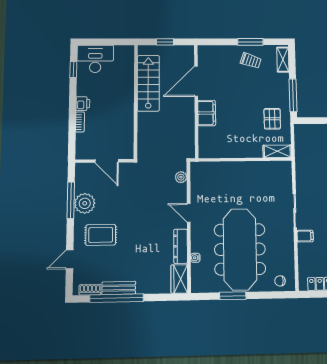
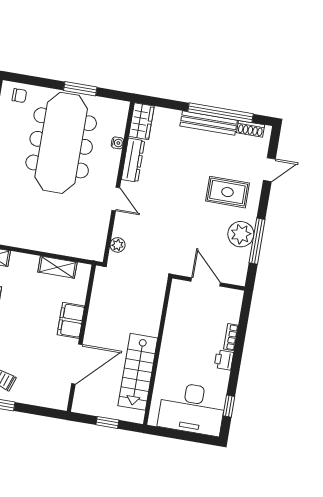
desk: (95, 59) -> (192, 409), width x1.36, depth x1.30
shelving: (225, 152) -> (57, 267), added
bench: (119, 288) -> (209, 123), width x1.36

